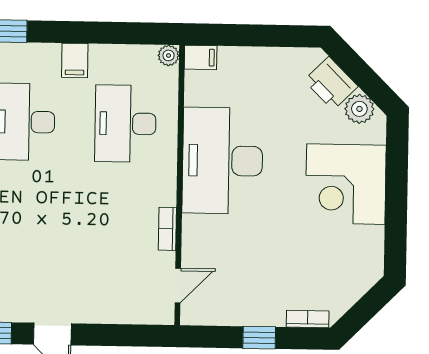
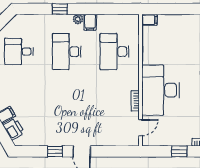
plant: (169, 55) -> (78, 19), moved
desk: (222, 161) -> (161, 90), moved

